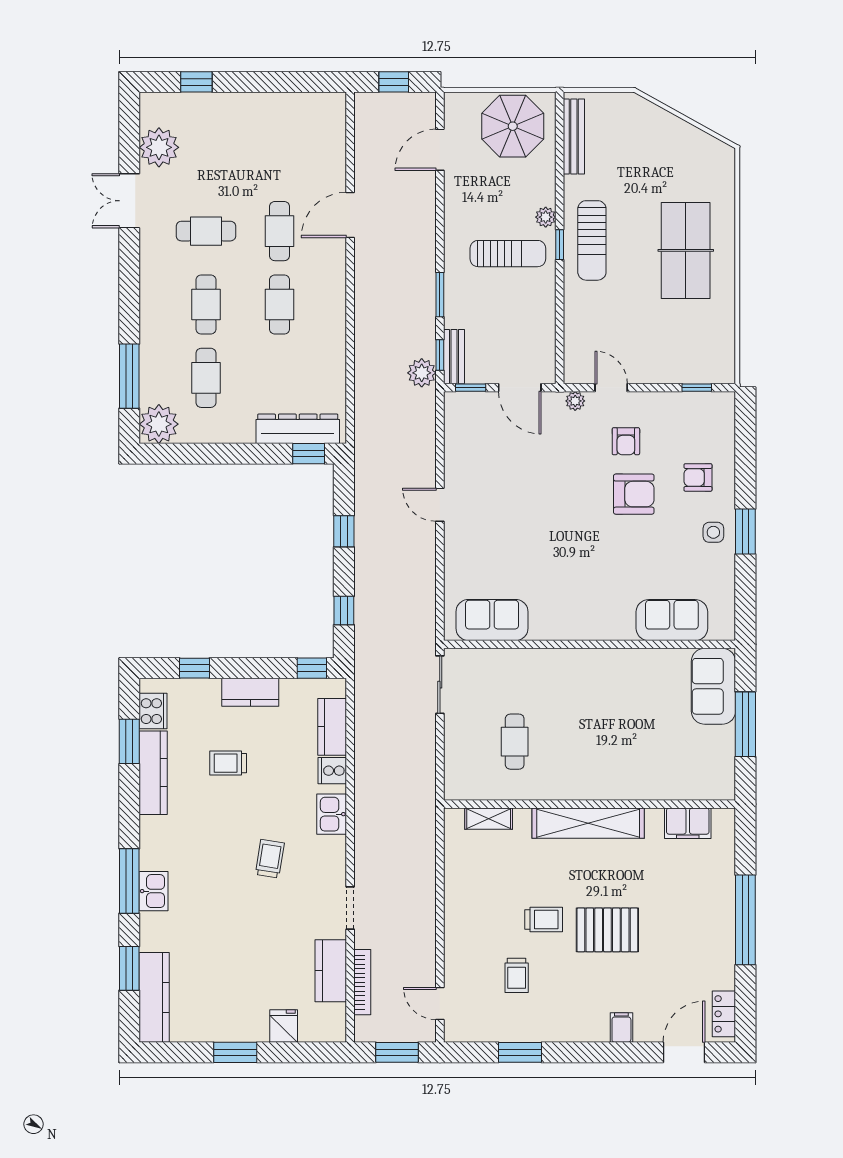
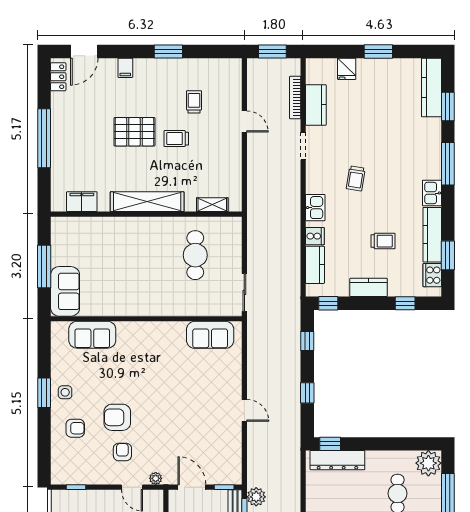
cafe table: (515, 742) -> (195, 255), width x1.37, depth x1.35
kitchen sink: (154, 891) -> (432, 193), moved
door: (440, 1003) -> (244, 122), moved
window: (520, 1052) -> (168, 52), moved

